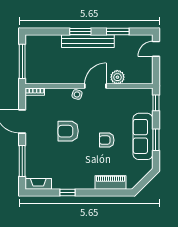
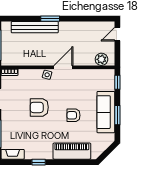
window: (118, 31) -> (83, 19), removed
bench: (88, 41) -> (35, 27), moved
plant: (117, 77) -> (101, 59), moved
piano: (111, 183) -> (72, 151), width x1.37, depth x1.33

